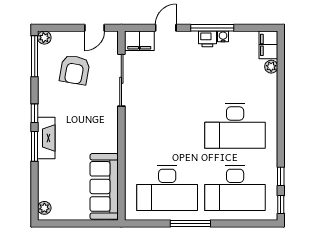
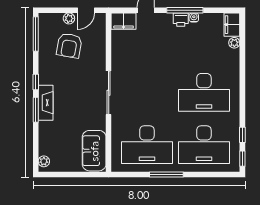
plant: (44, 38) -> (69, 18), moved
sliding door: (121, 80) -> (109, 93), moved
sofa: (104, 186) -> (94, 151), width x0.73

